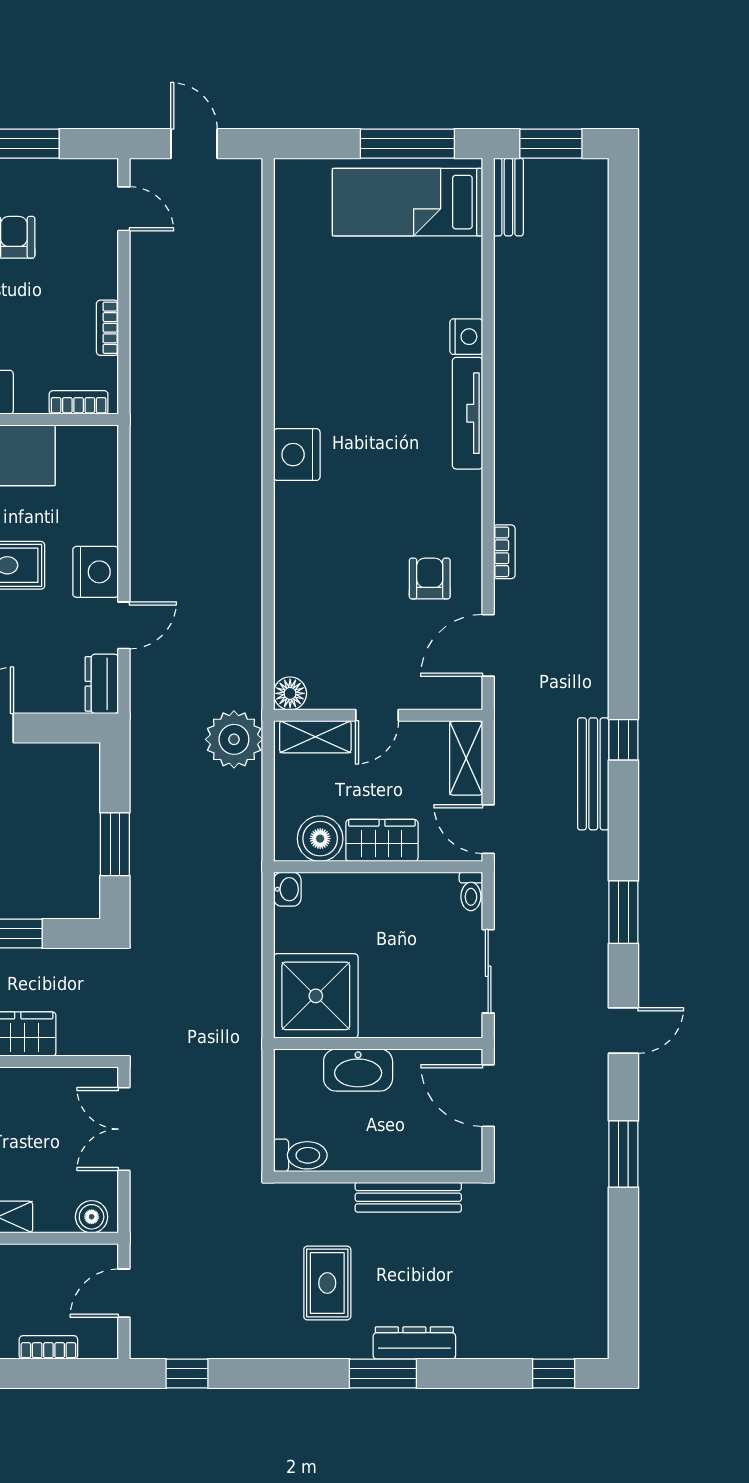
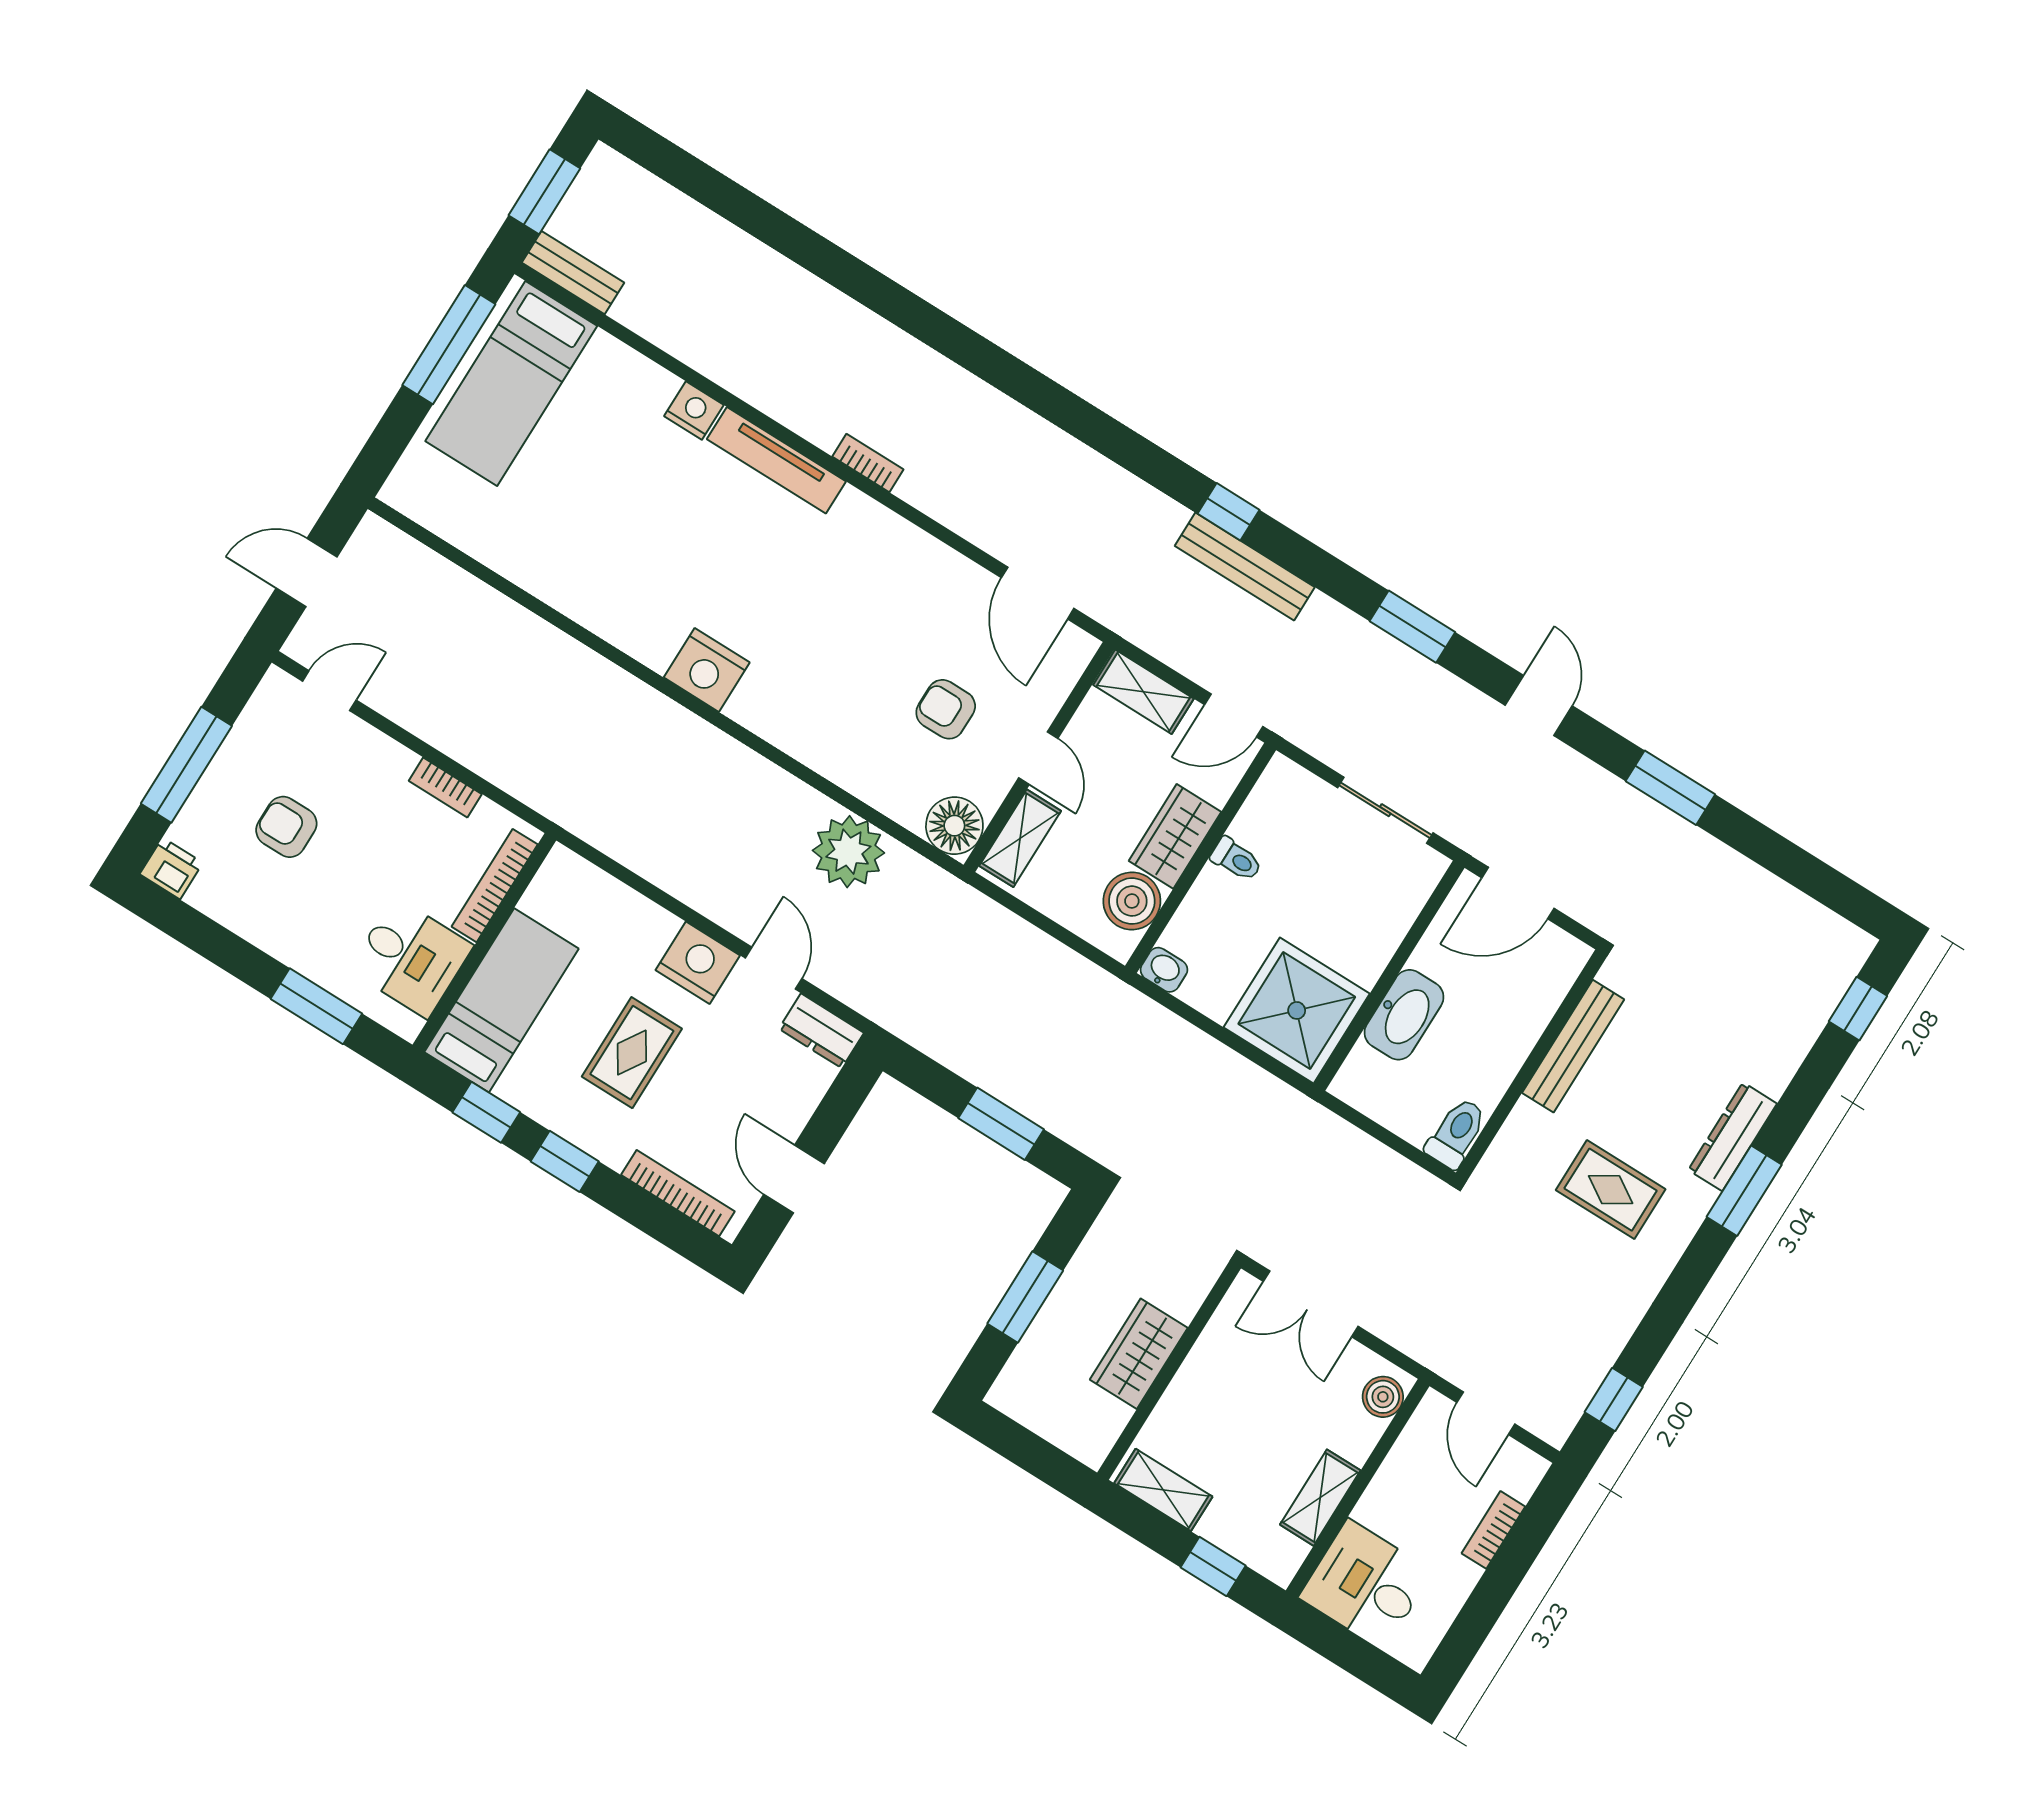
bookcase: (79, 402) -> (495, 886), width x1.56
bookcase: (504, 552) -> (868, 463), moved
armchair: (430, 578) -> (946, 709), moved
floor lamp: (290, 693) -> (954, 826), width x1.38, depth x1.38
plant: (234, 739) -> (848, 852), moved
toilet: (471, 891) -> (1236, 859), moved

